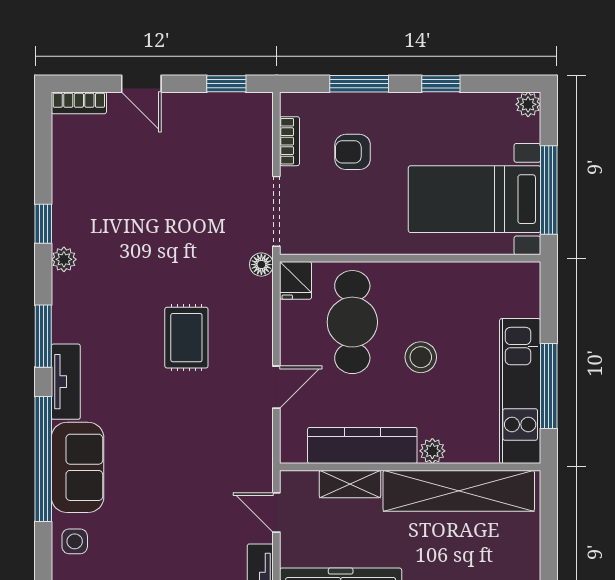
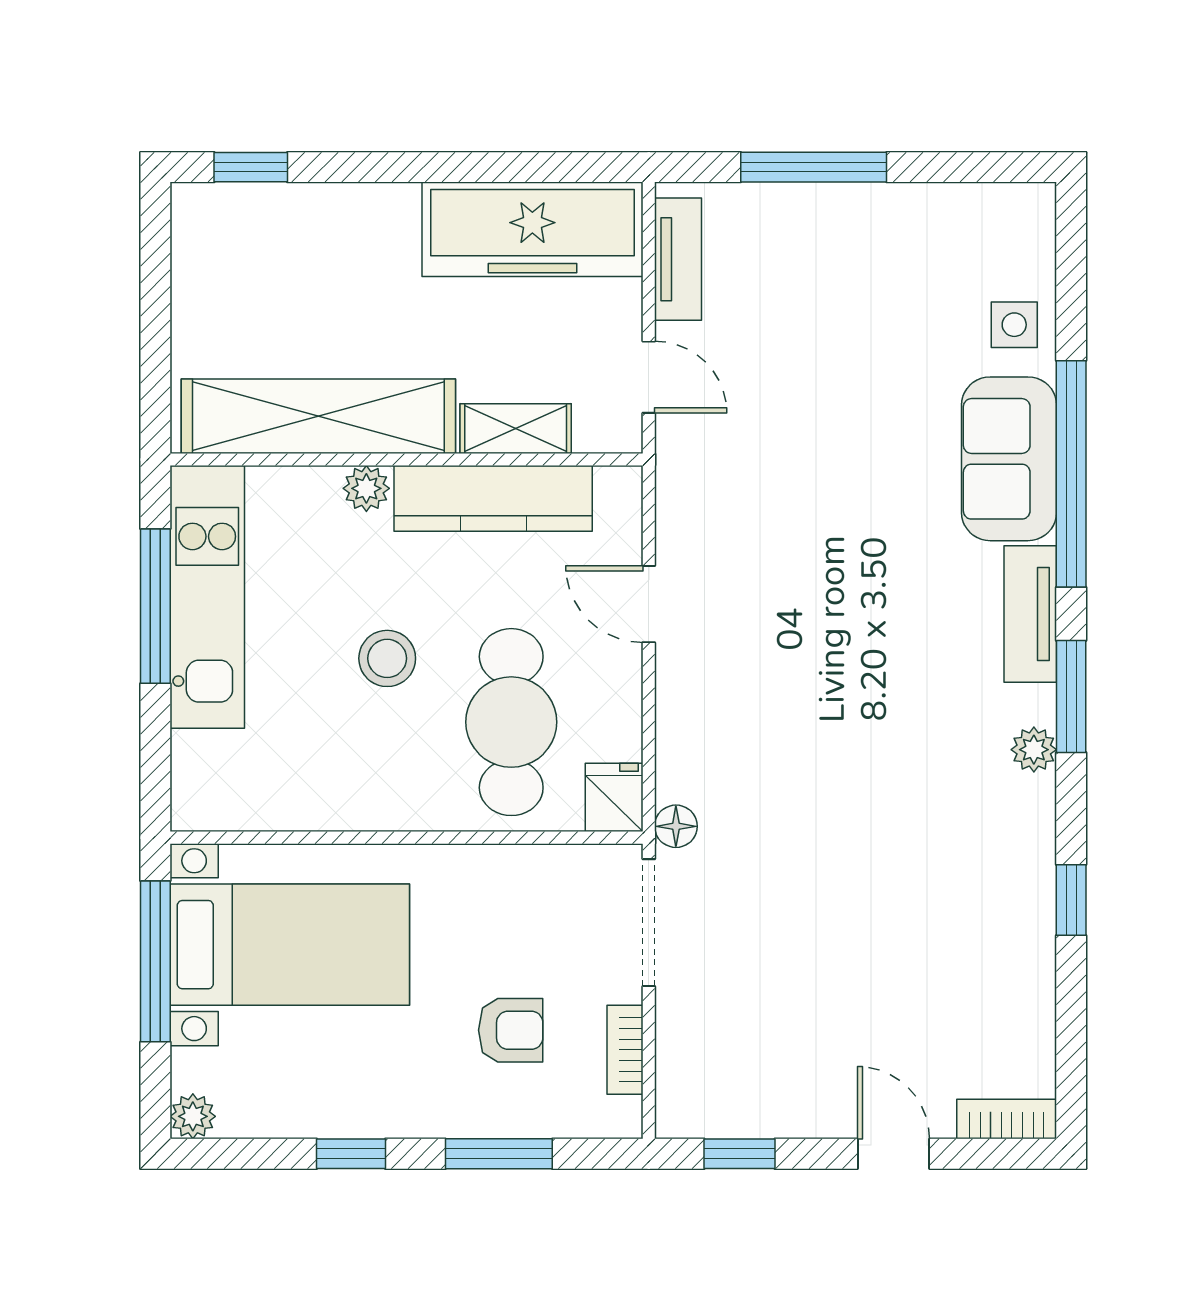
plant: (64, 259) -> (1034, 750), moved
rug: (186, 338) -> (812, 694), removed
door: (276, 387) -> (649, 604), hinge flipped

